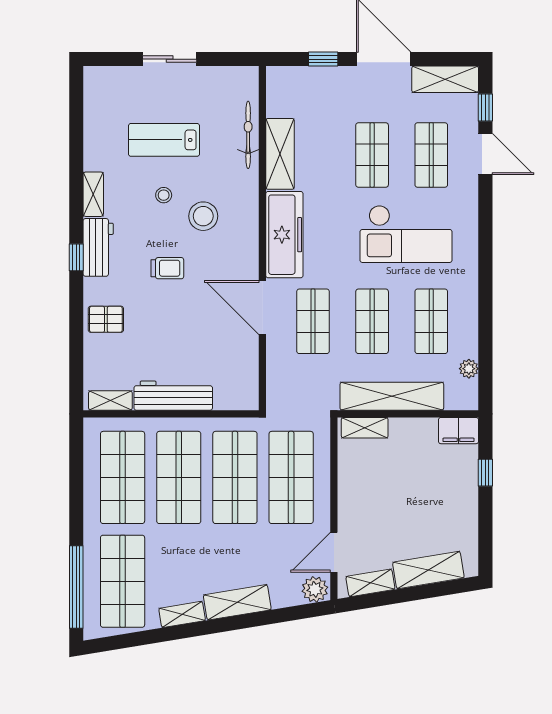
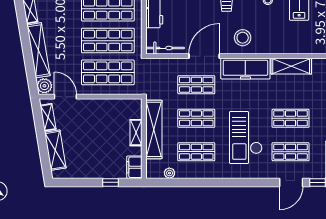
bicycle: (248, 135) -> (165, 48), moved
stool: (203, 216) -> (243, 38), moved
shelving: (365, 428) -> (136, 133), moved
shelving: (237, 602) -> (38, 50), width x1.47

